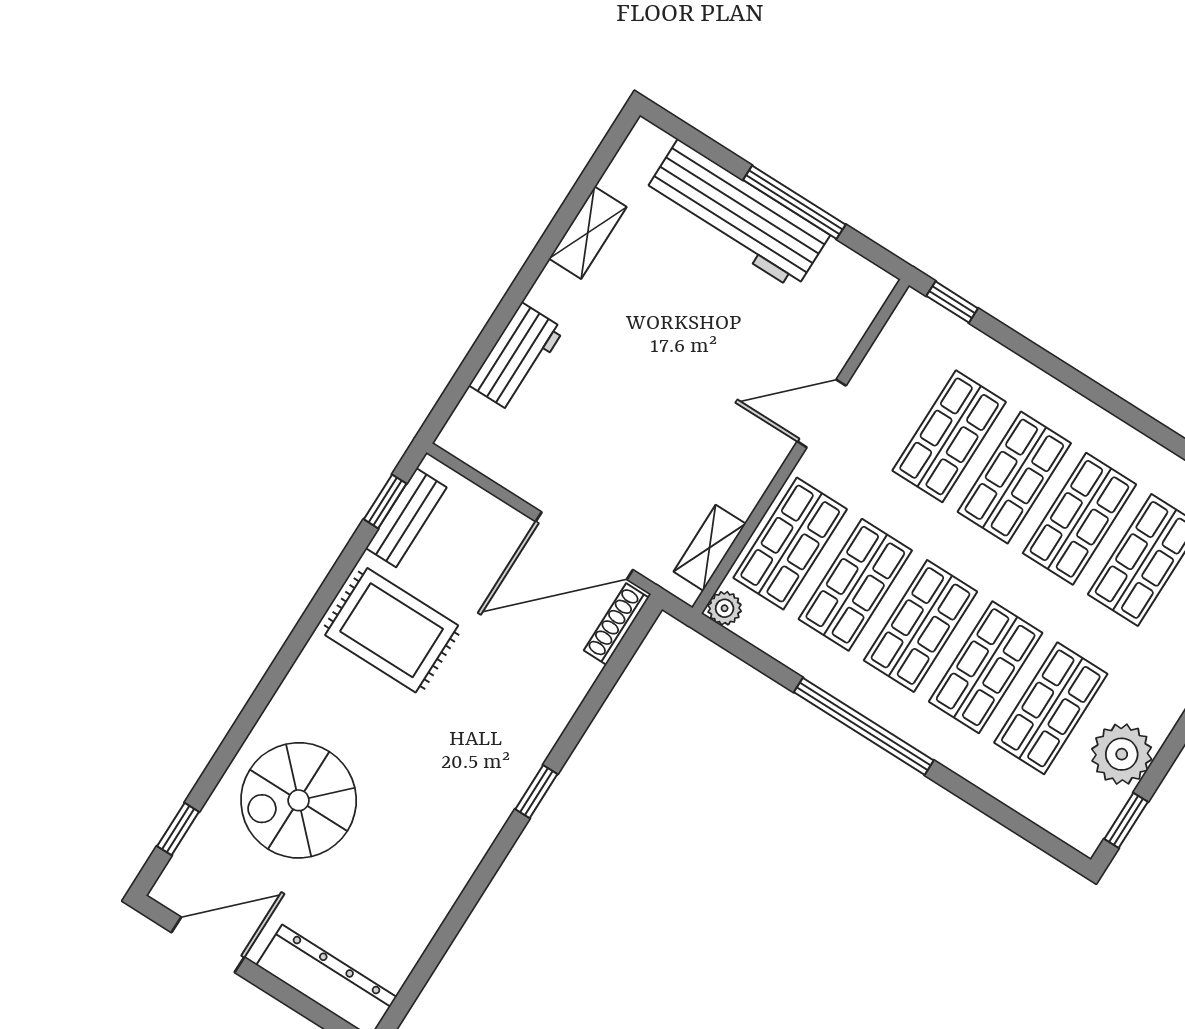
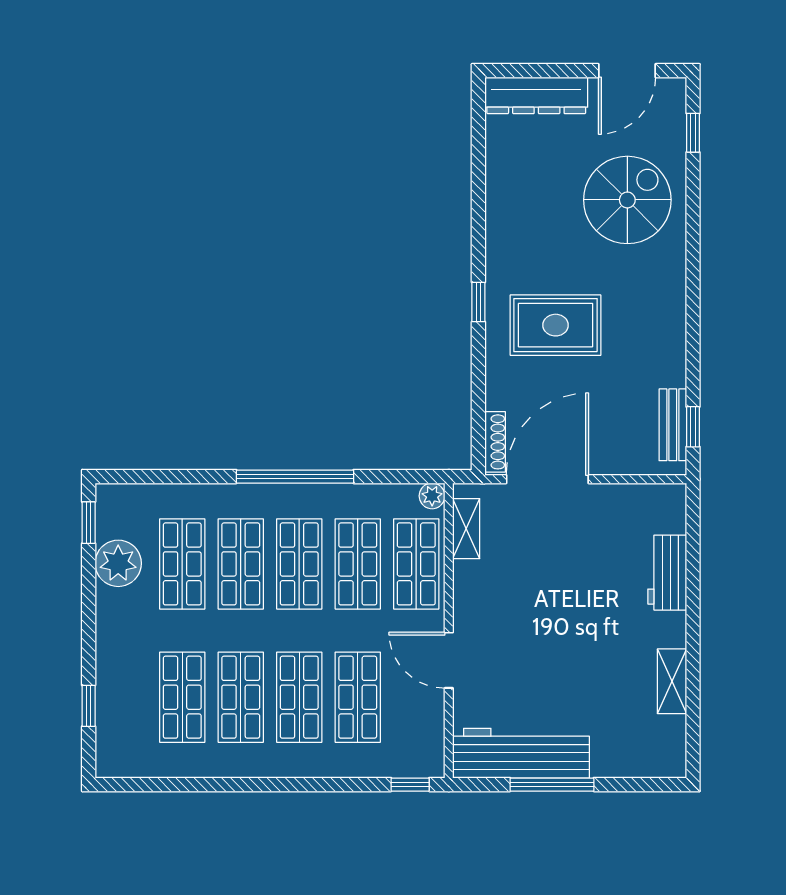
workbench: (737, 215) -> (521, 753), moved
door: (822, 413) -> (449, 660), swing flipped
rug: (392, 630) -> (556, 325), moved

